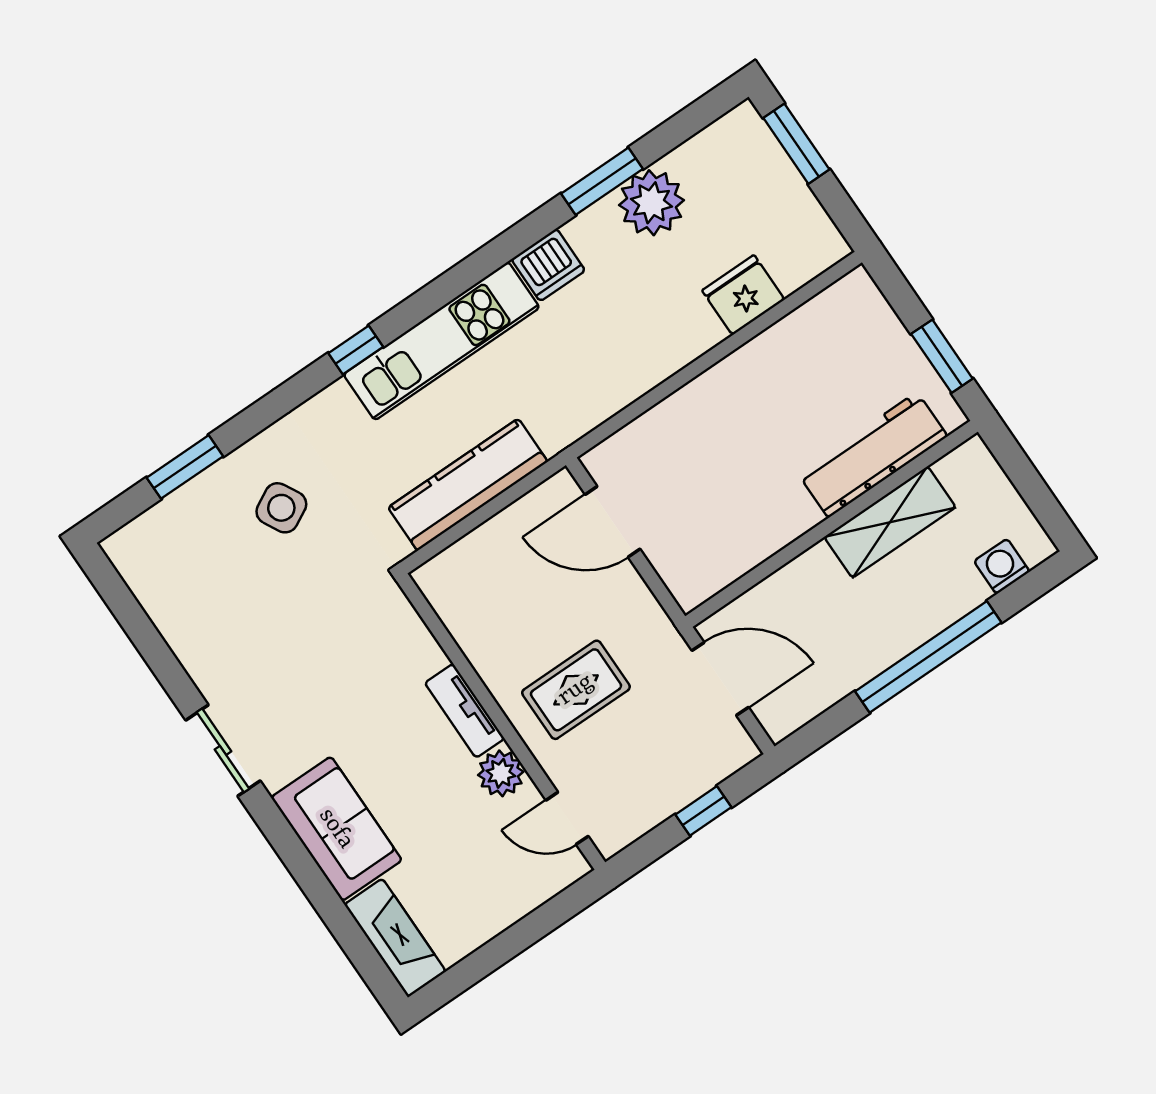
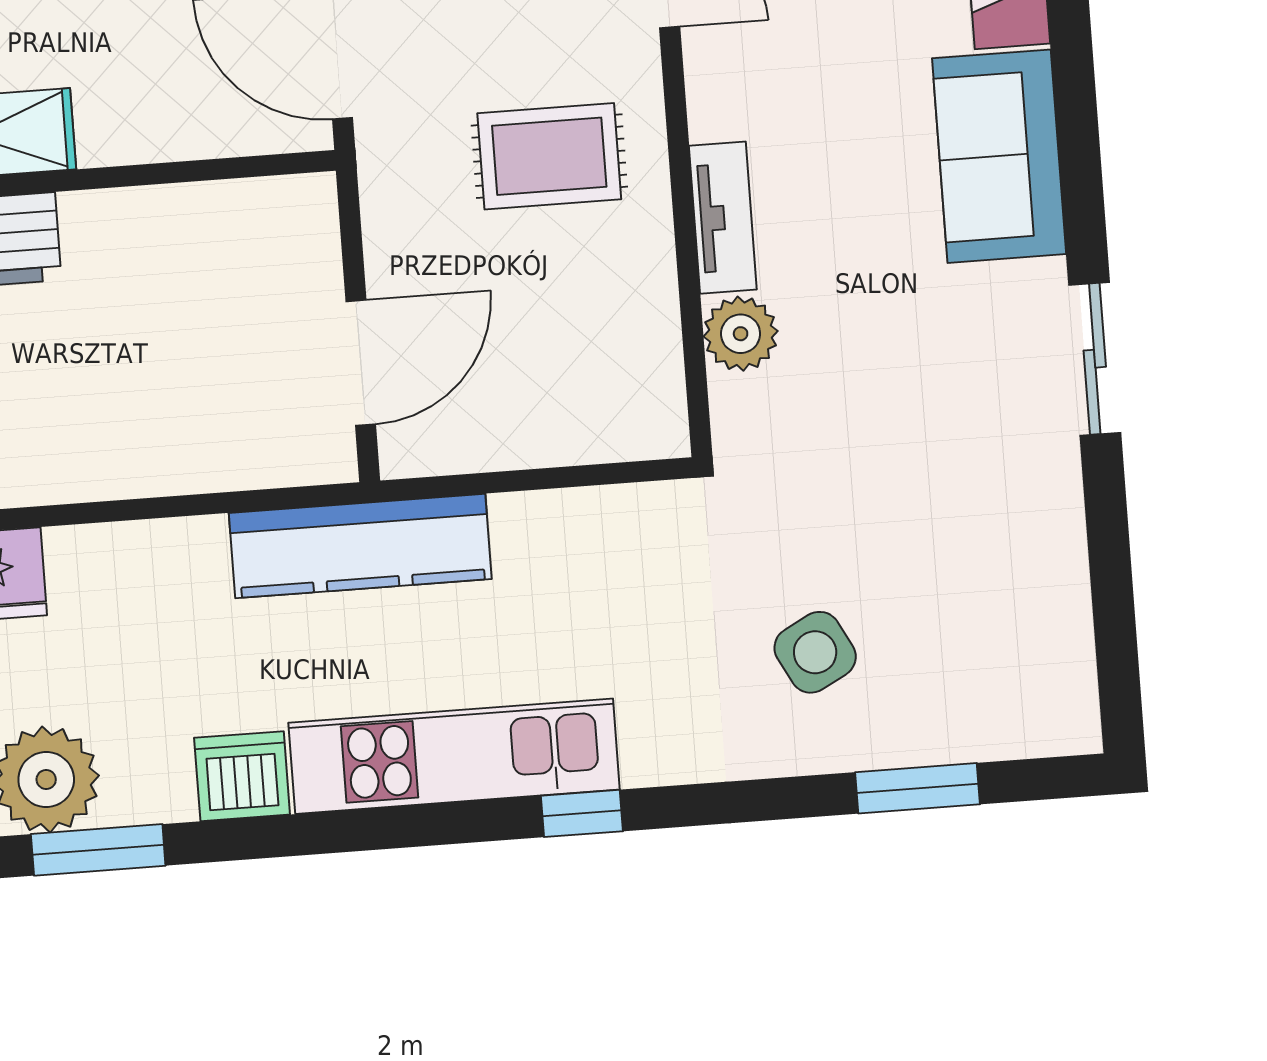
kitchen counter: (468, 485) -> (360, 546), moved
door: (613, 522) -> (361, 363), hinge flipped
plant: (501, 773) -> (741, 334), moved

